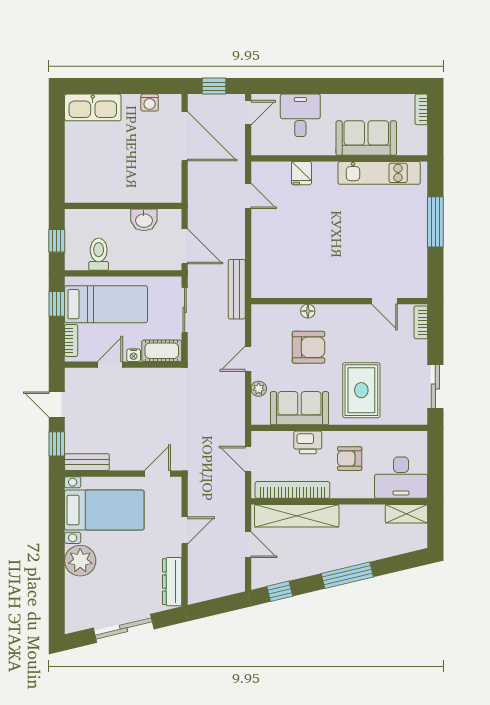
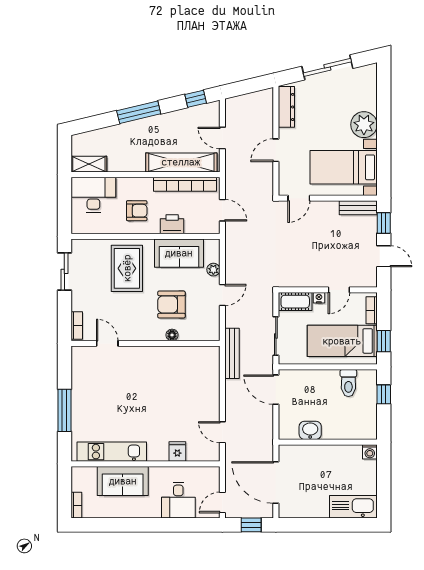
washing machine: (150, 103) -> (370, 452), moved, turned 180
wall: (123, 206) -> (328, 442), moved
washbasin: (144, 220) -> (310, 430), moved

